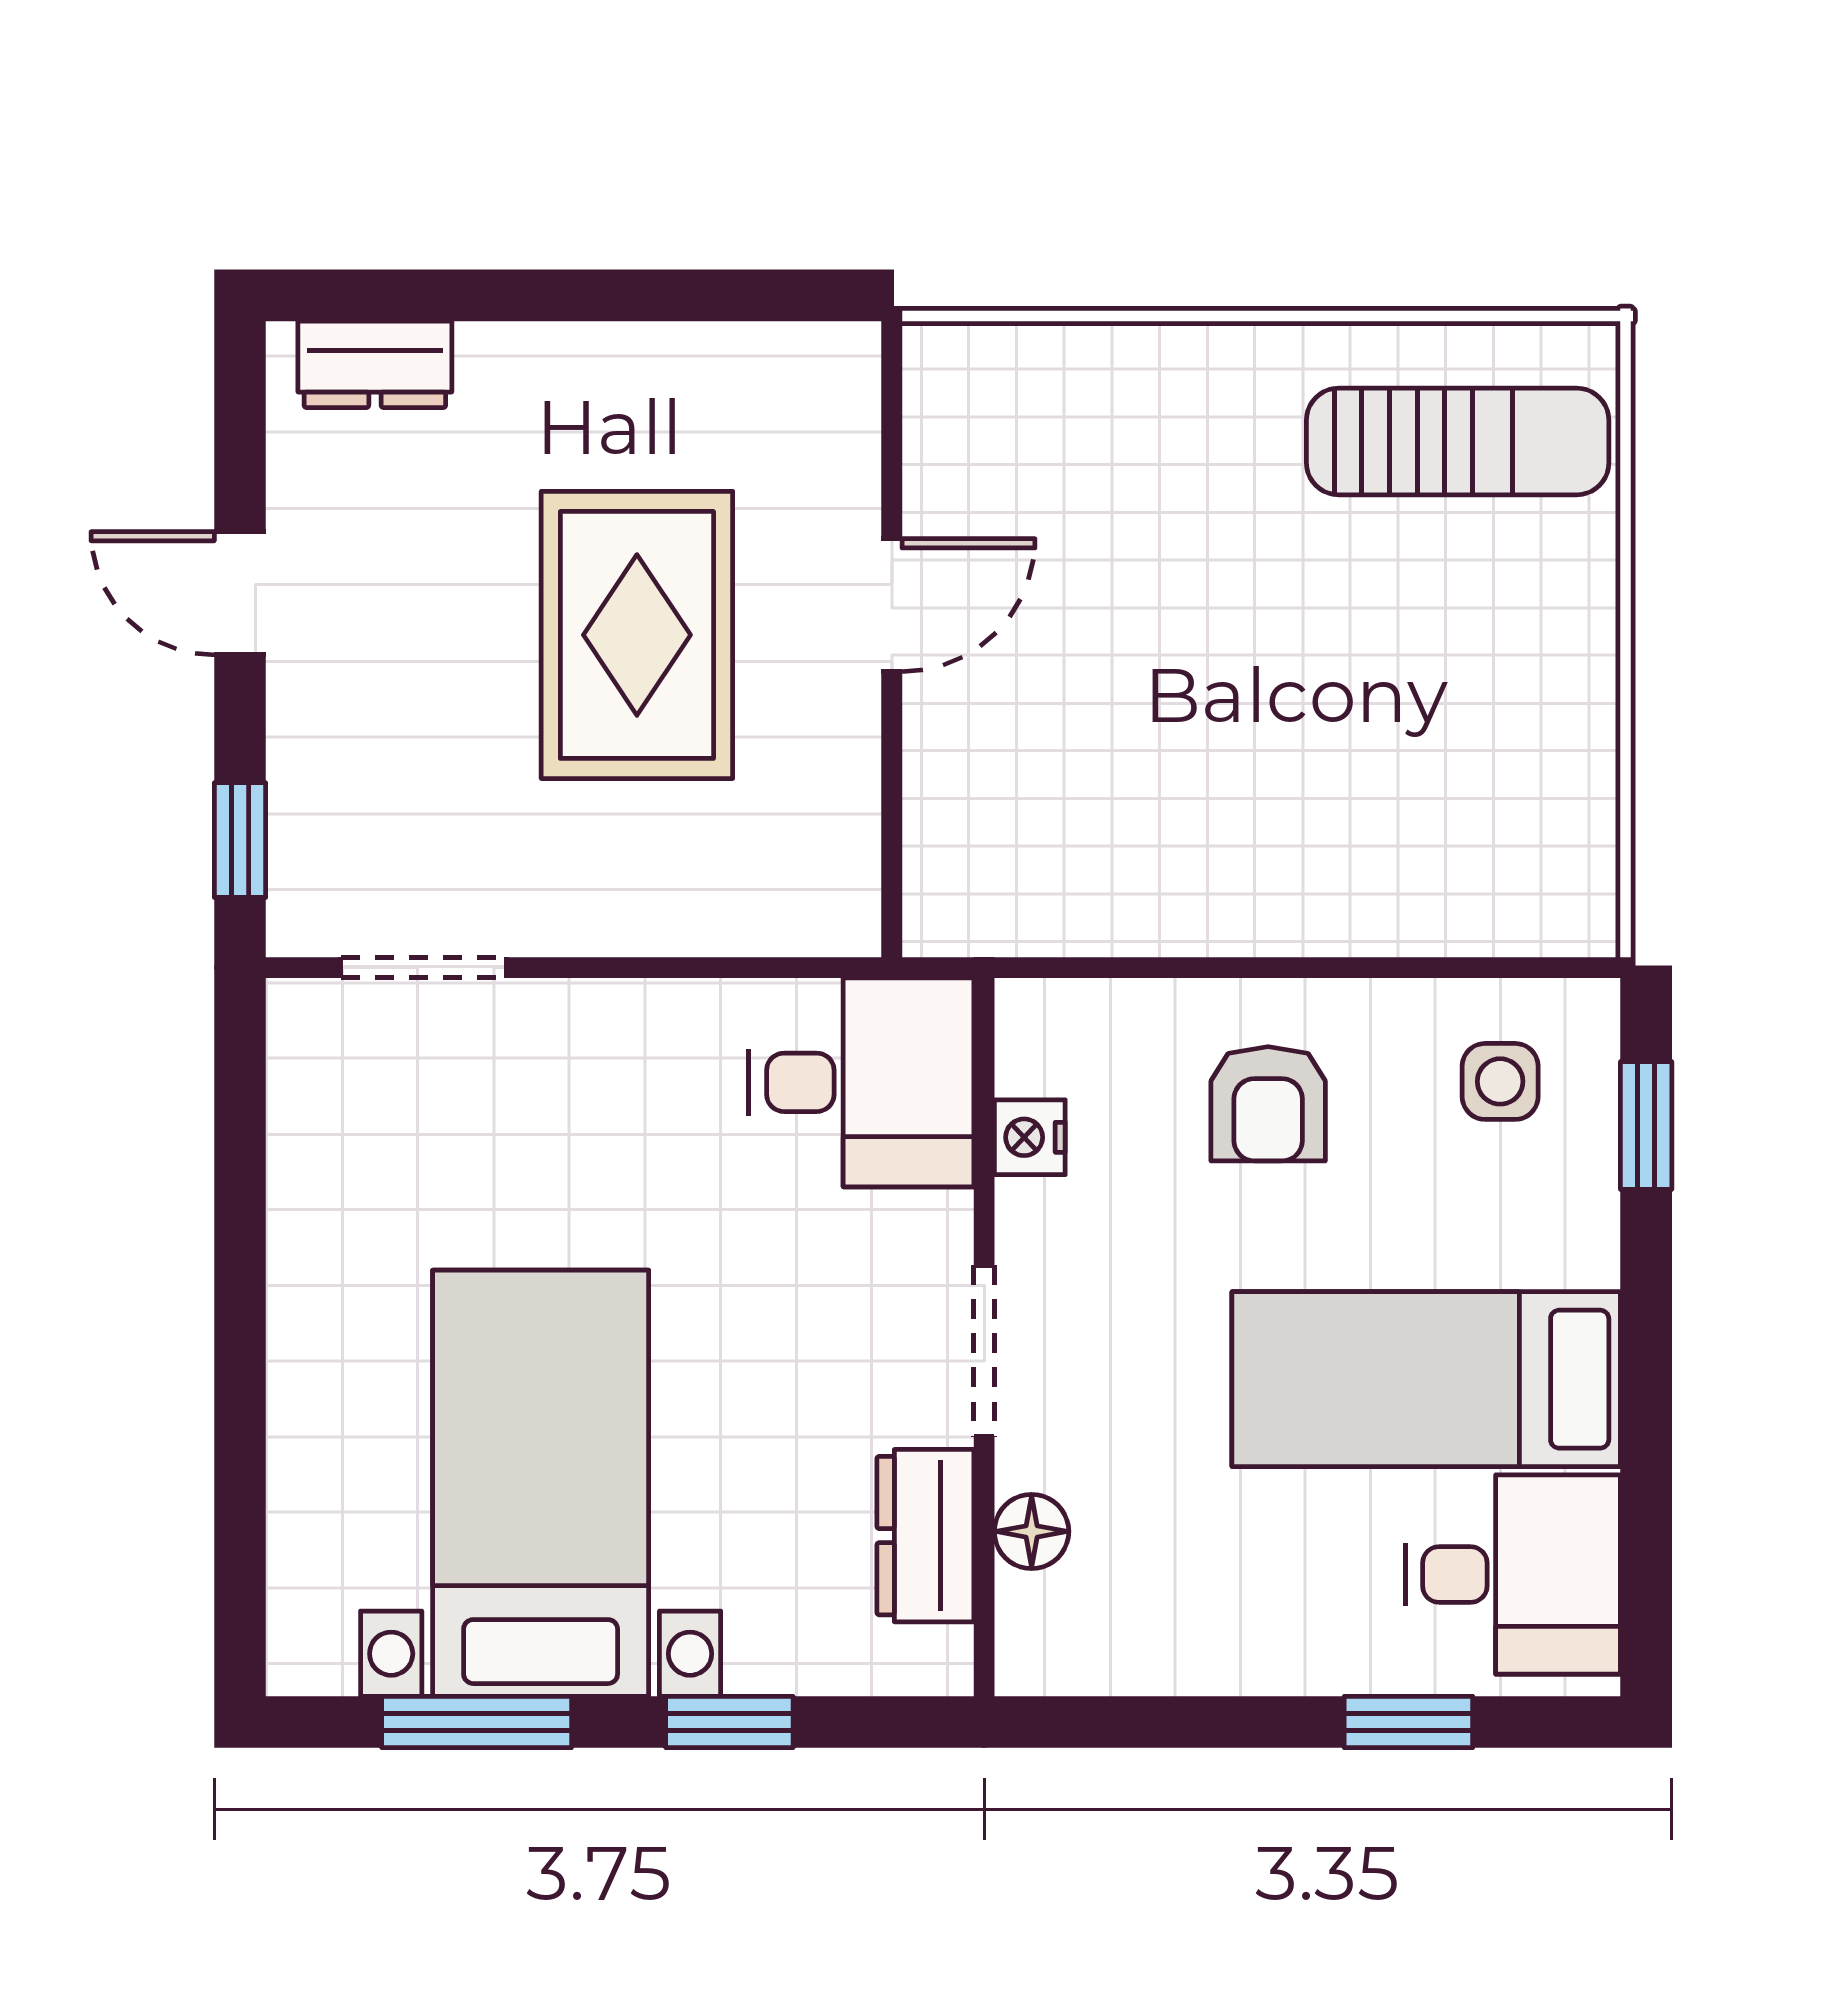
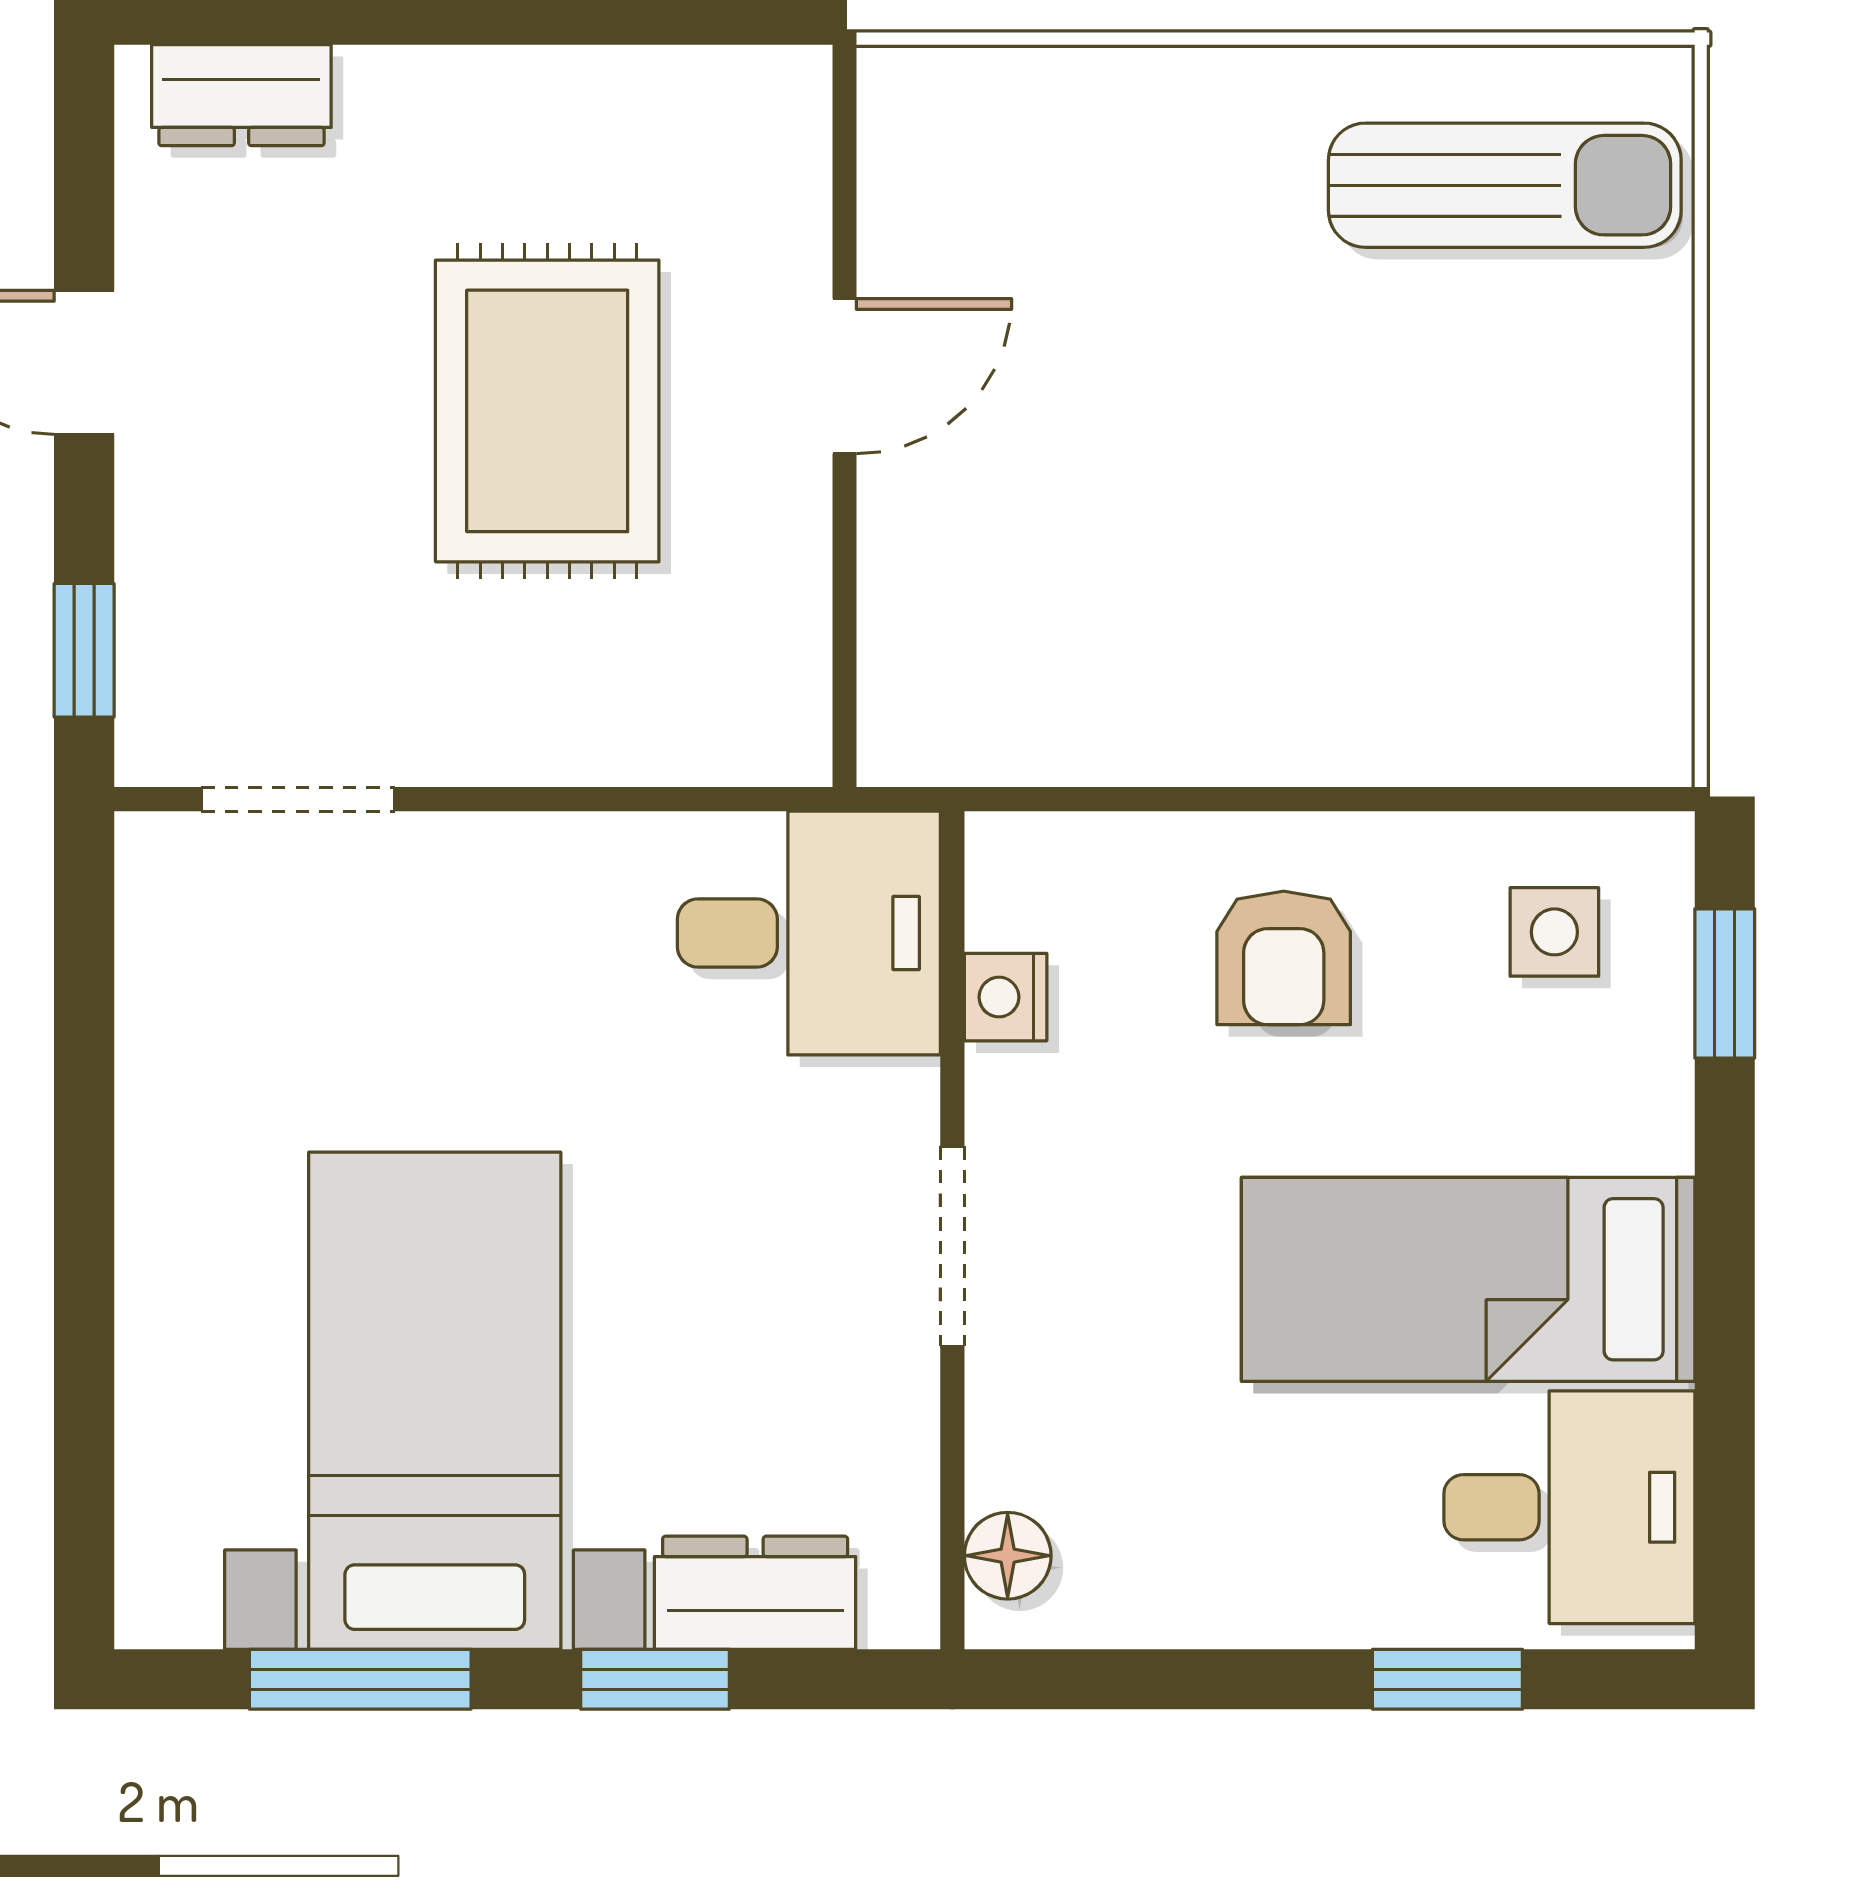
floor lamp: (1032, 1531) -> (1008, 1556), moved
dresser: (925, 1536) -> (755, 1593), moved, turned 90

